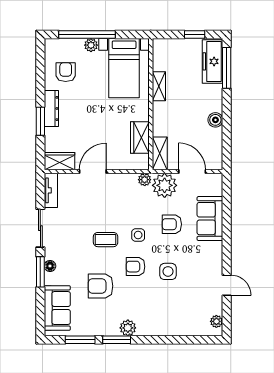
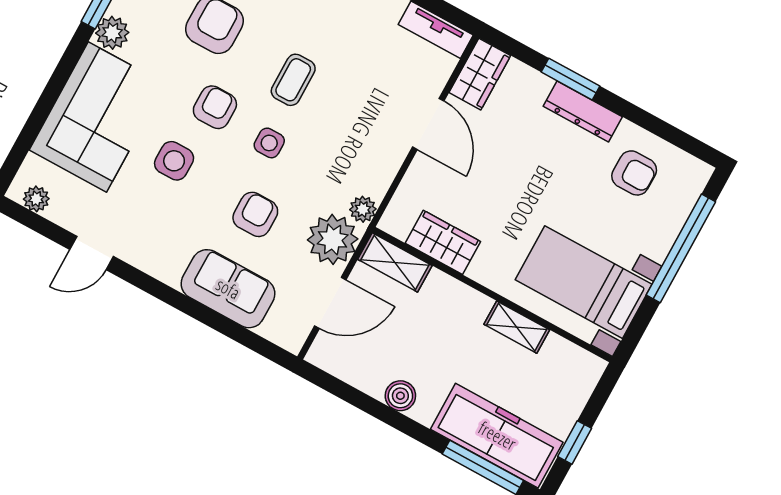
plant: (91, 45) -> (658, 245), removed
freezer: (213, 61) -> (497, 436), width x1.36, depth x1.26
corner sofa: (167, 314) -> (97, 117), added

